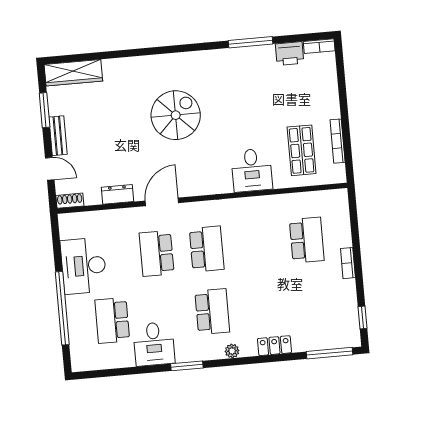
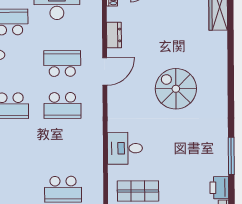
spiral stairs: (176, 115) -> (176, 89), turned 180
door: (162, 202) -> (105, 71), hinge flipped

